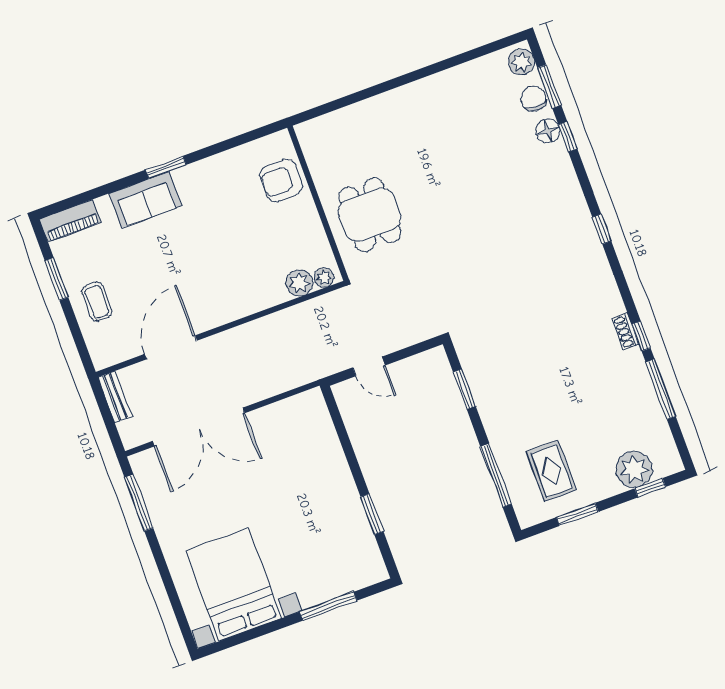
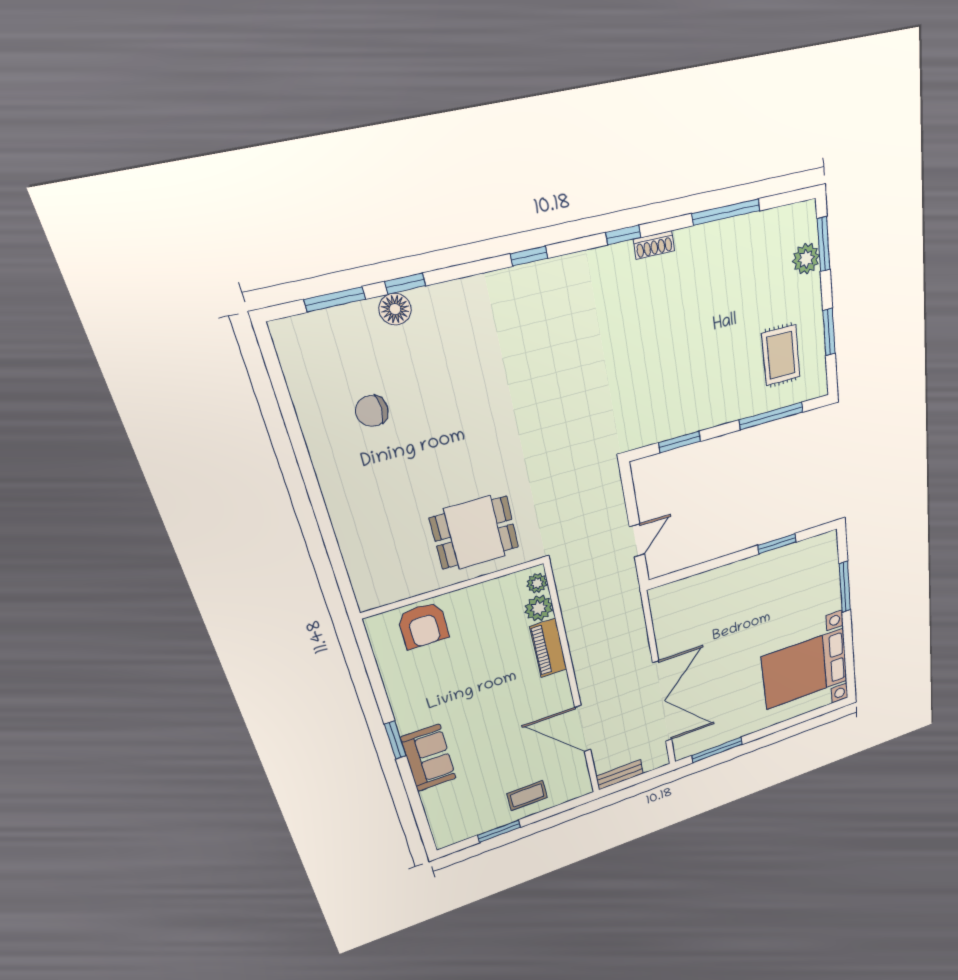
plant: (521, 62) -> (297, 333), removed
chair: (533, 99) -> (372, 411), moved
piano: (70, 221) -> (548, 648), moved, turned 180
window: (641, 336) -> (623, 235), moved
plant: (634, 469) -> (806, 259), width x0.73, depth x0.73
rug: (551, 471) -> (781, 355), turned 90
window: (650, 488) -> (824, 244), width x1.50

